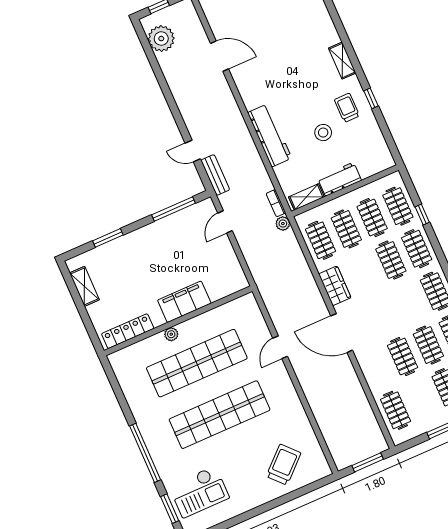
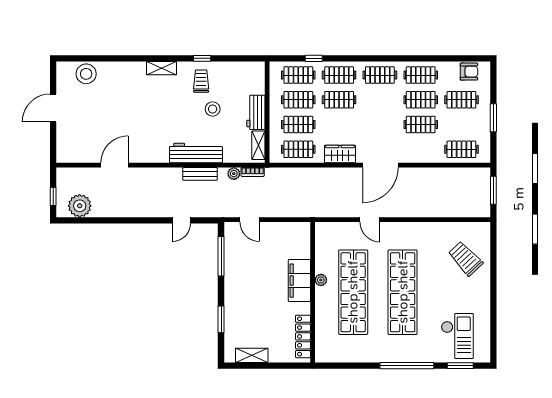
trolley: (347, 108) -> (201, 81), turned 90
bench: (215, 175) -> (200, 174), moved
plant: (283, 224) -> (234, 174), moved
plant: (171, 334) -> (321, 280), moved

